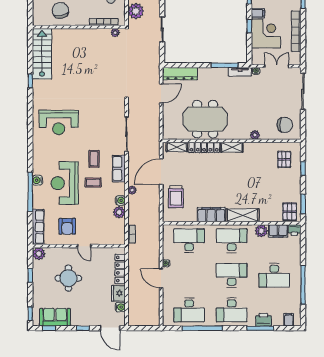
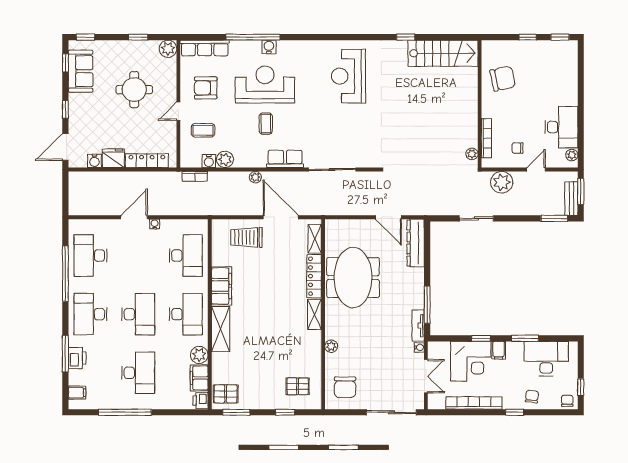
coffee table: (94, 159) -> (203, 130), moved
water cooler: (120, 200) -> (209, 161), moved
desk: (274, 275) -> (138, 373), turned 180

